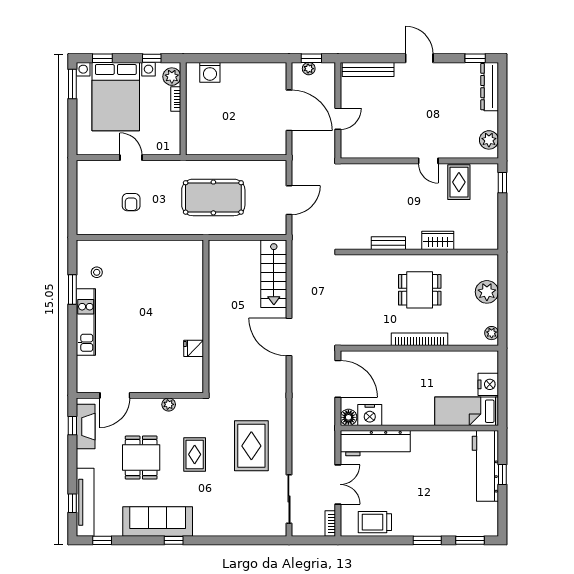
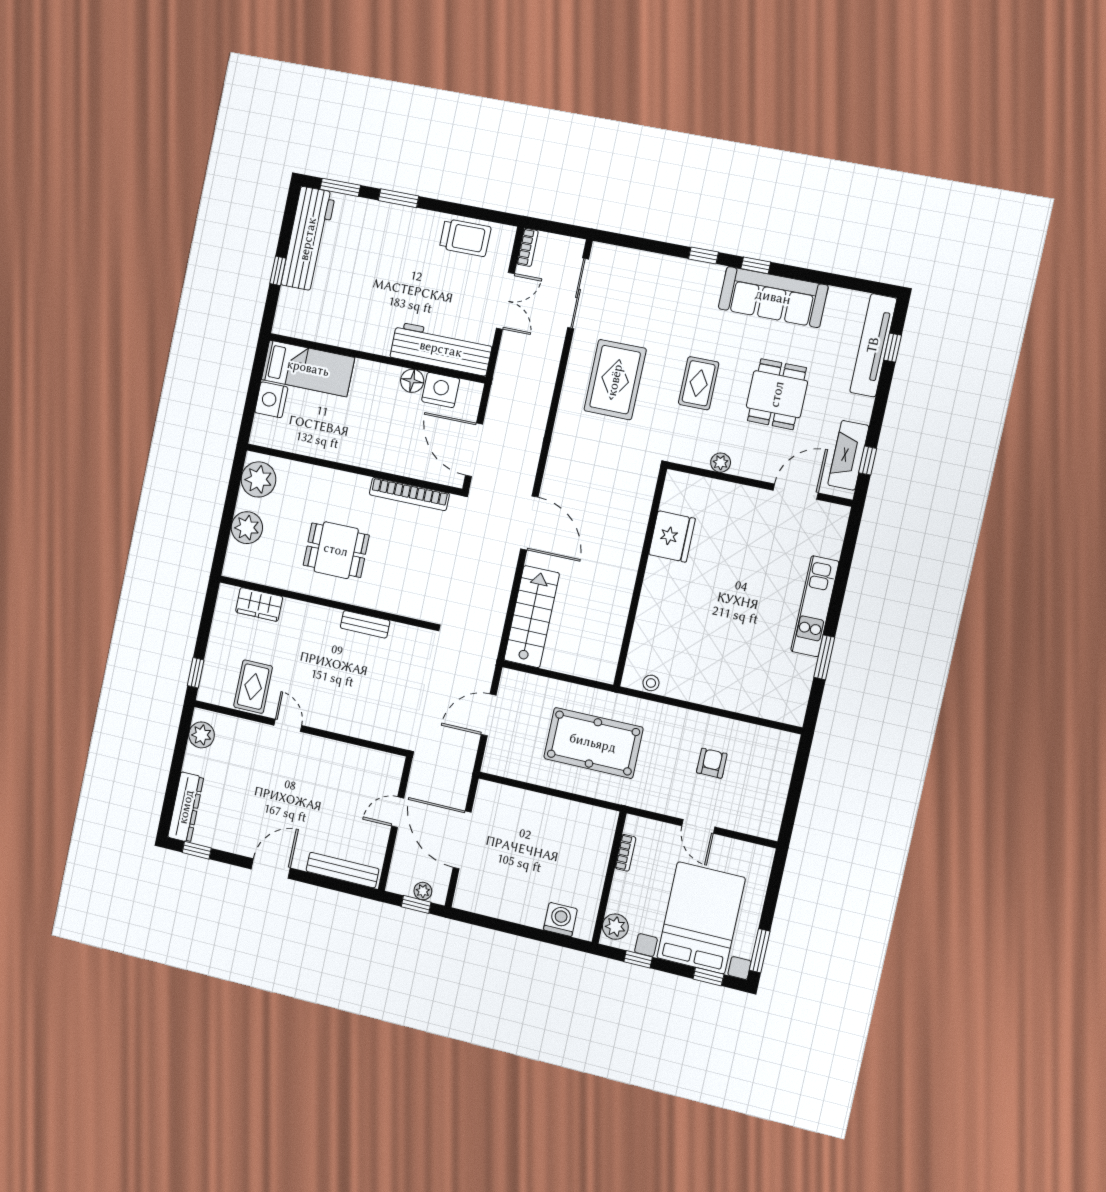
door: (419, 58) -> (271, 869), swing flipped
bookcase: (176, 99) -> (625, 853), moved
wardrobe: (438, 240) -> (259, 604), moved
stool: (97, 272) -> (651, 683), moved
plant: (492, 333) -> (258, 479), width x1.88, depth x1.88
bookcase: (419, 339) -> (409, 494), moved
fridge: (194, 348) -> (672, 536), width x1.88, depth x1.34
floor lamp: (348, 417) -> (412, 381), moved
workbench: (485, 466) -> (308, 239), moved
double door: (338, 484) -> (505, 301), swing flipped
window: (102, 540) -> (704, 256), moved

